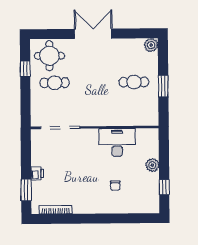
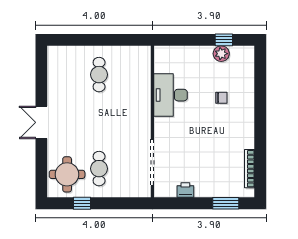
double door: (93, 34) -> (41, 122), width x0.73
plant: (151, 45) -> (55, 54), removed
window: (163, 86) -> (104, 40), removed
plant: (152, 165) -> (221, 54), moved
printer: (37, 173) -> (185, 190), moved

